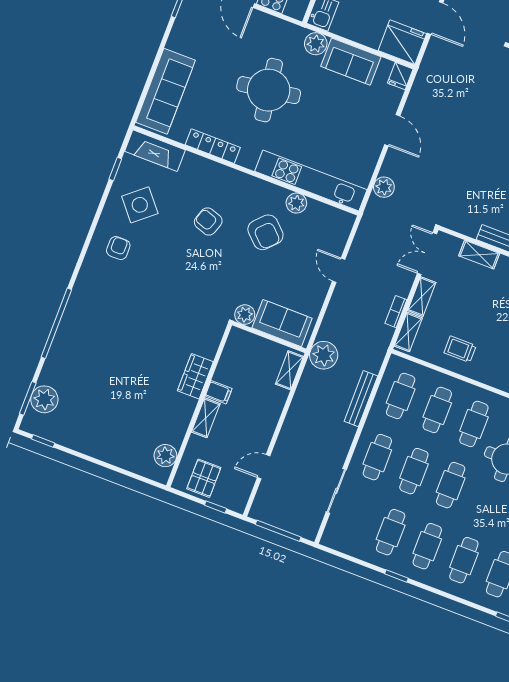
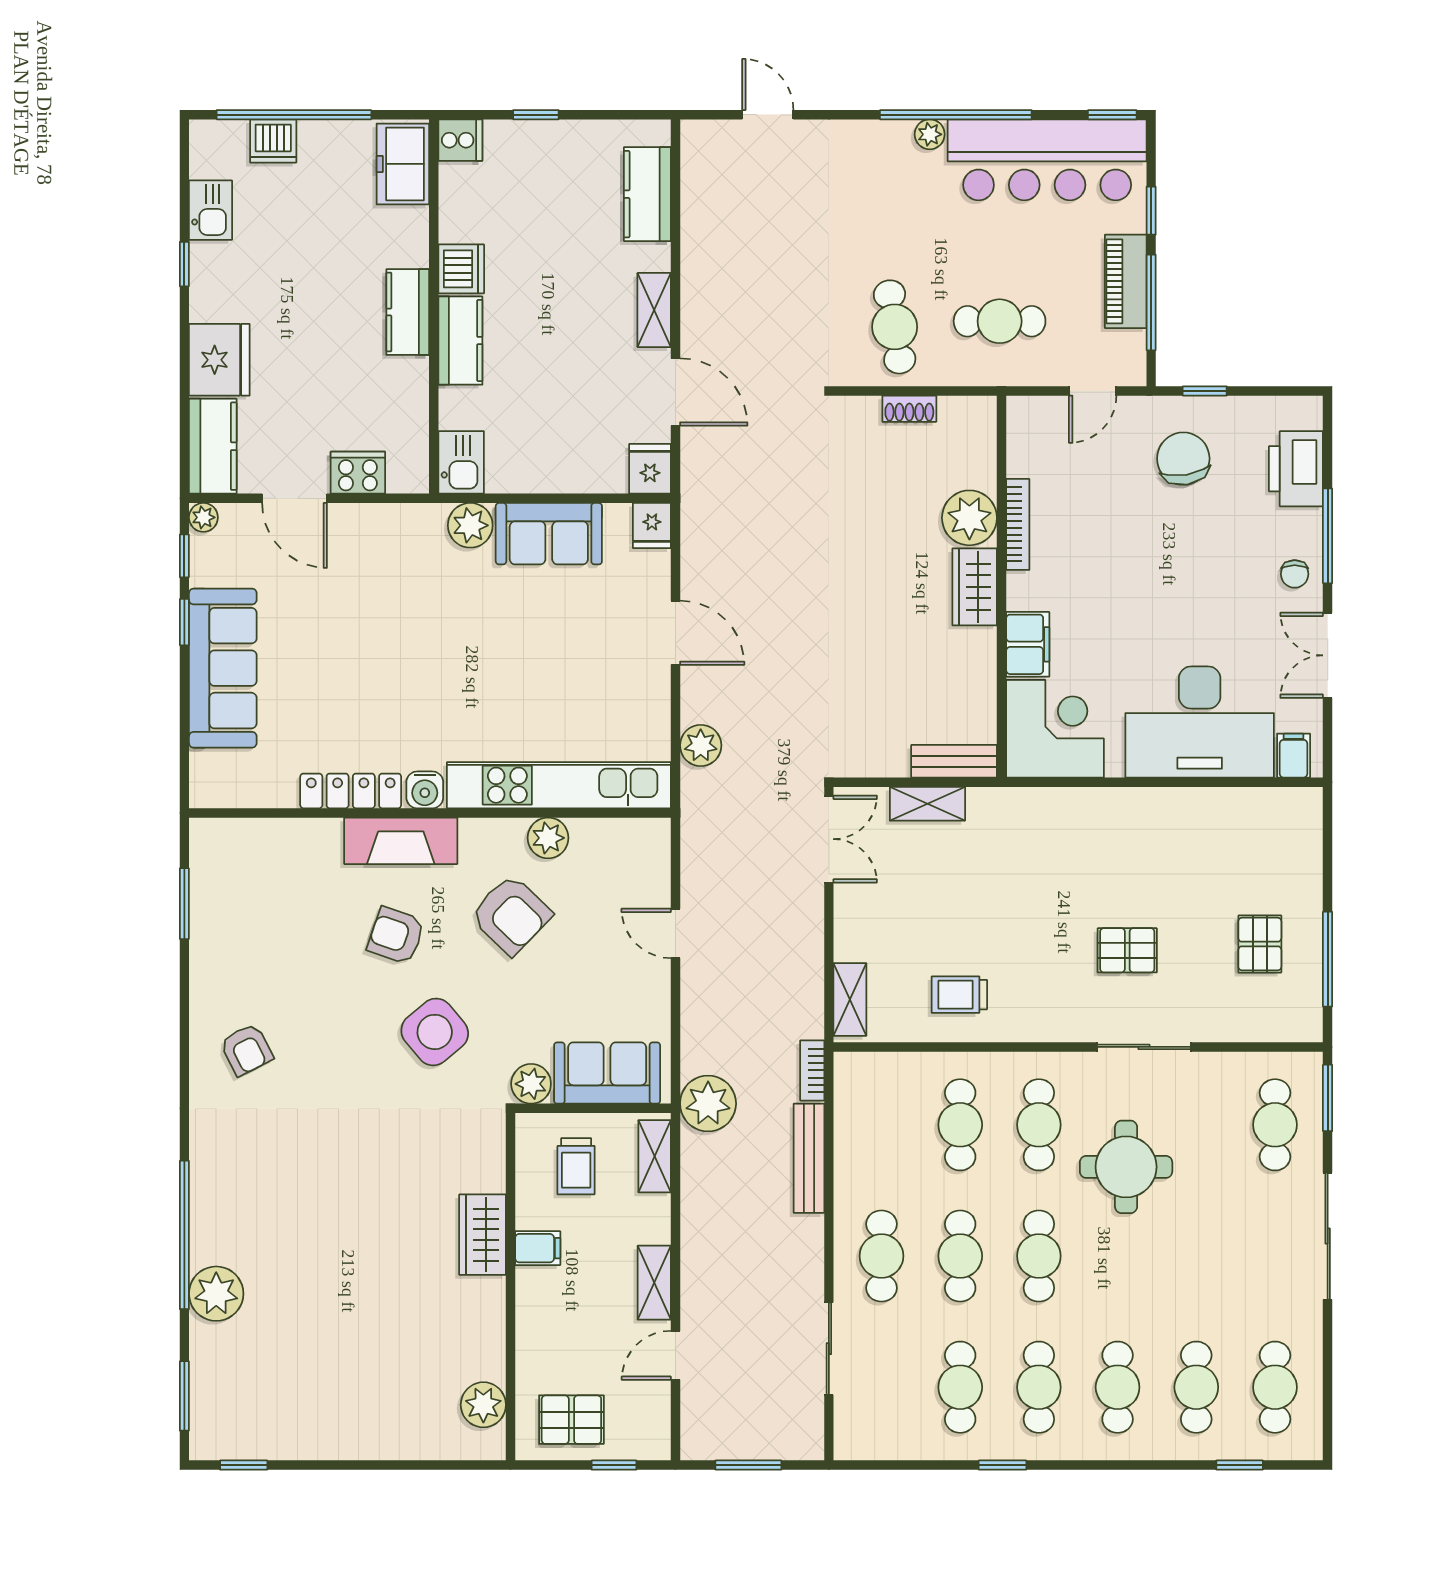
window: (165, 38) -> (184, 622), added
fridge: (402, 42) -> (650, 469), width x0.53, depth x0.75
round table: (269, 90) -> (415, 646), removed
sofa: (166, 91) -> (223, 668), moved
fireplace: (155, 151) -> (401, 841), moved
water cooler: (248, 159) -> (425, 790), added
window: (115, 169) -> (184, 904), width x1.50
side table: (140, 205) -> (435, 1032), moved
armchair: (118, 248) -> (247, 1050), turned 153
double door: (427, 254) -> (829, 839), swing flipped
shelving: (422, 297) -> (850, 923), removed
bookcase: (396, 312) -> (812, 1070), moved
trolley: (251, 361) -> (576, 1166), added
cafe table: (401, 396) -> (881, 1125), removed
plant: (44, 399) -> (216, 1294), moved
shelving: (206, 418) -> (654, 1283), moved
pallet: (204, 478) -> (571, 1420), turned 90
window: (278, 531) -> (748, 1465), width x0.69

